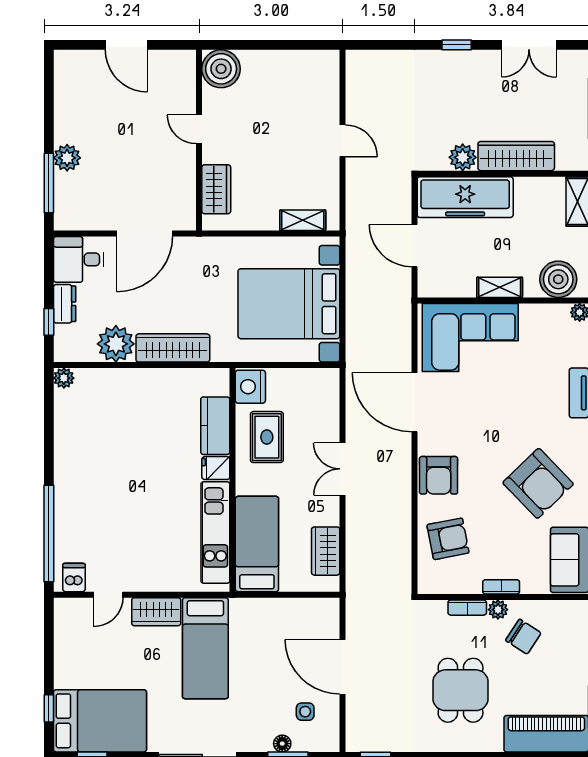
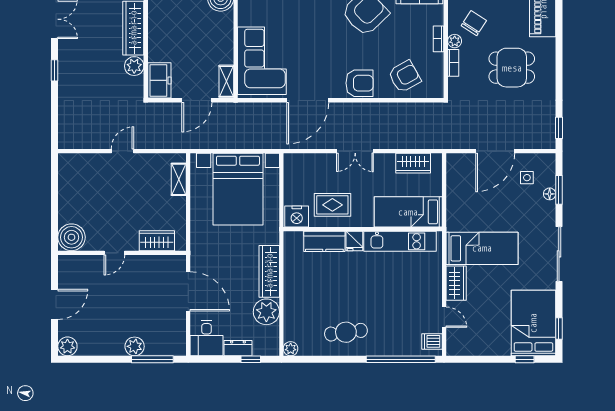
plant: (67, 63) -> (67, 346), added
freezer: (465, 197) -> (159, 80), width x0.52, depth x0.79
shelving: (500, 287) -> (226, 81), moved
cafe table: (87, 456) -> (346, 332), added
armchair: (448, 539) -> (404, 76), turned 72

